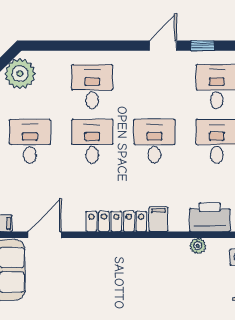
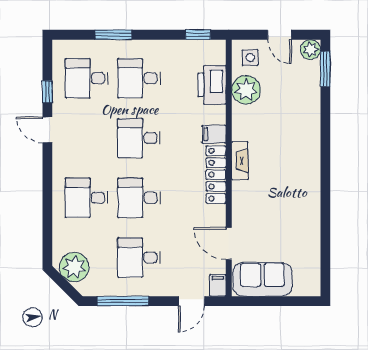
fireplace: (131, 246) -> (240, 161), added
plant: (198, 246) -> (246, 90), width x1.87, depth x1.87

